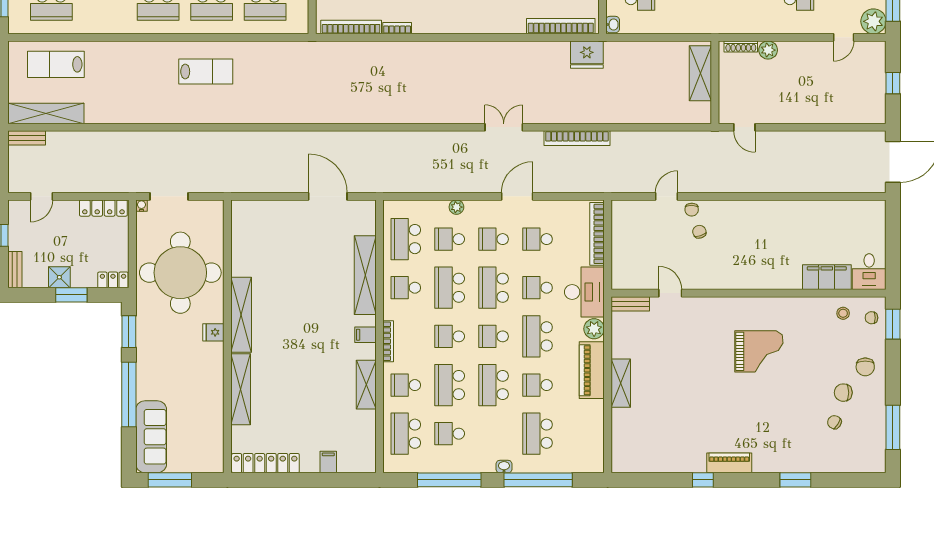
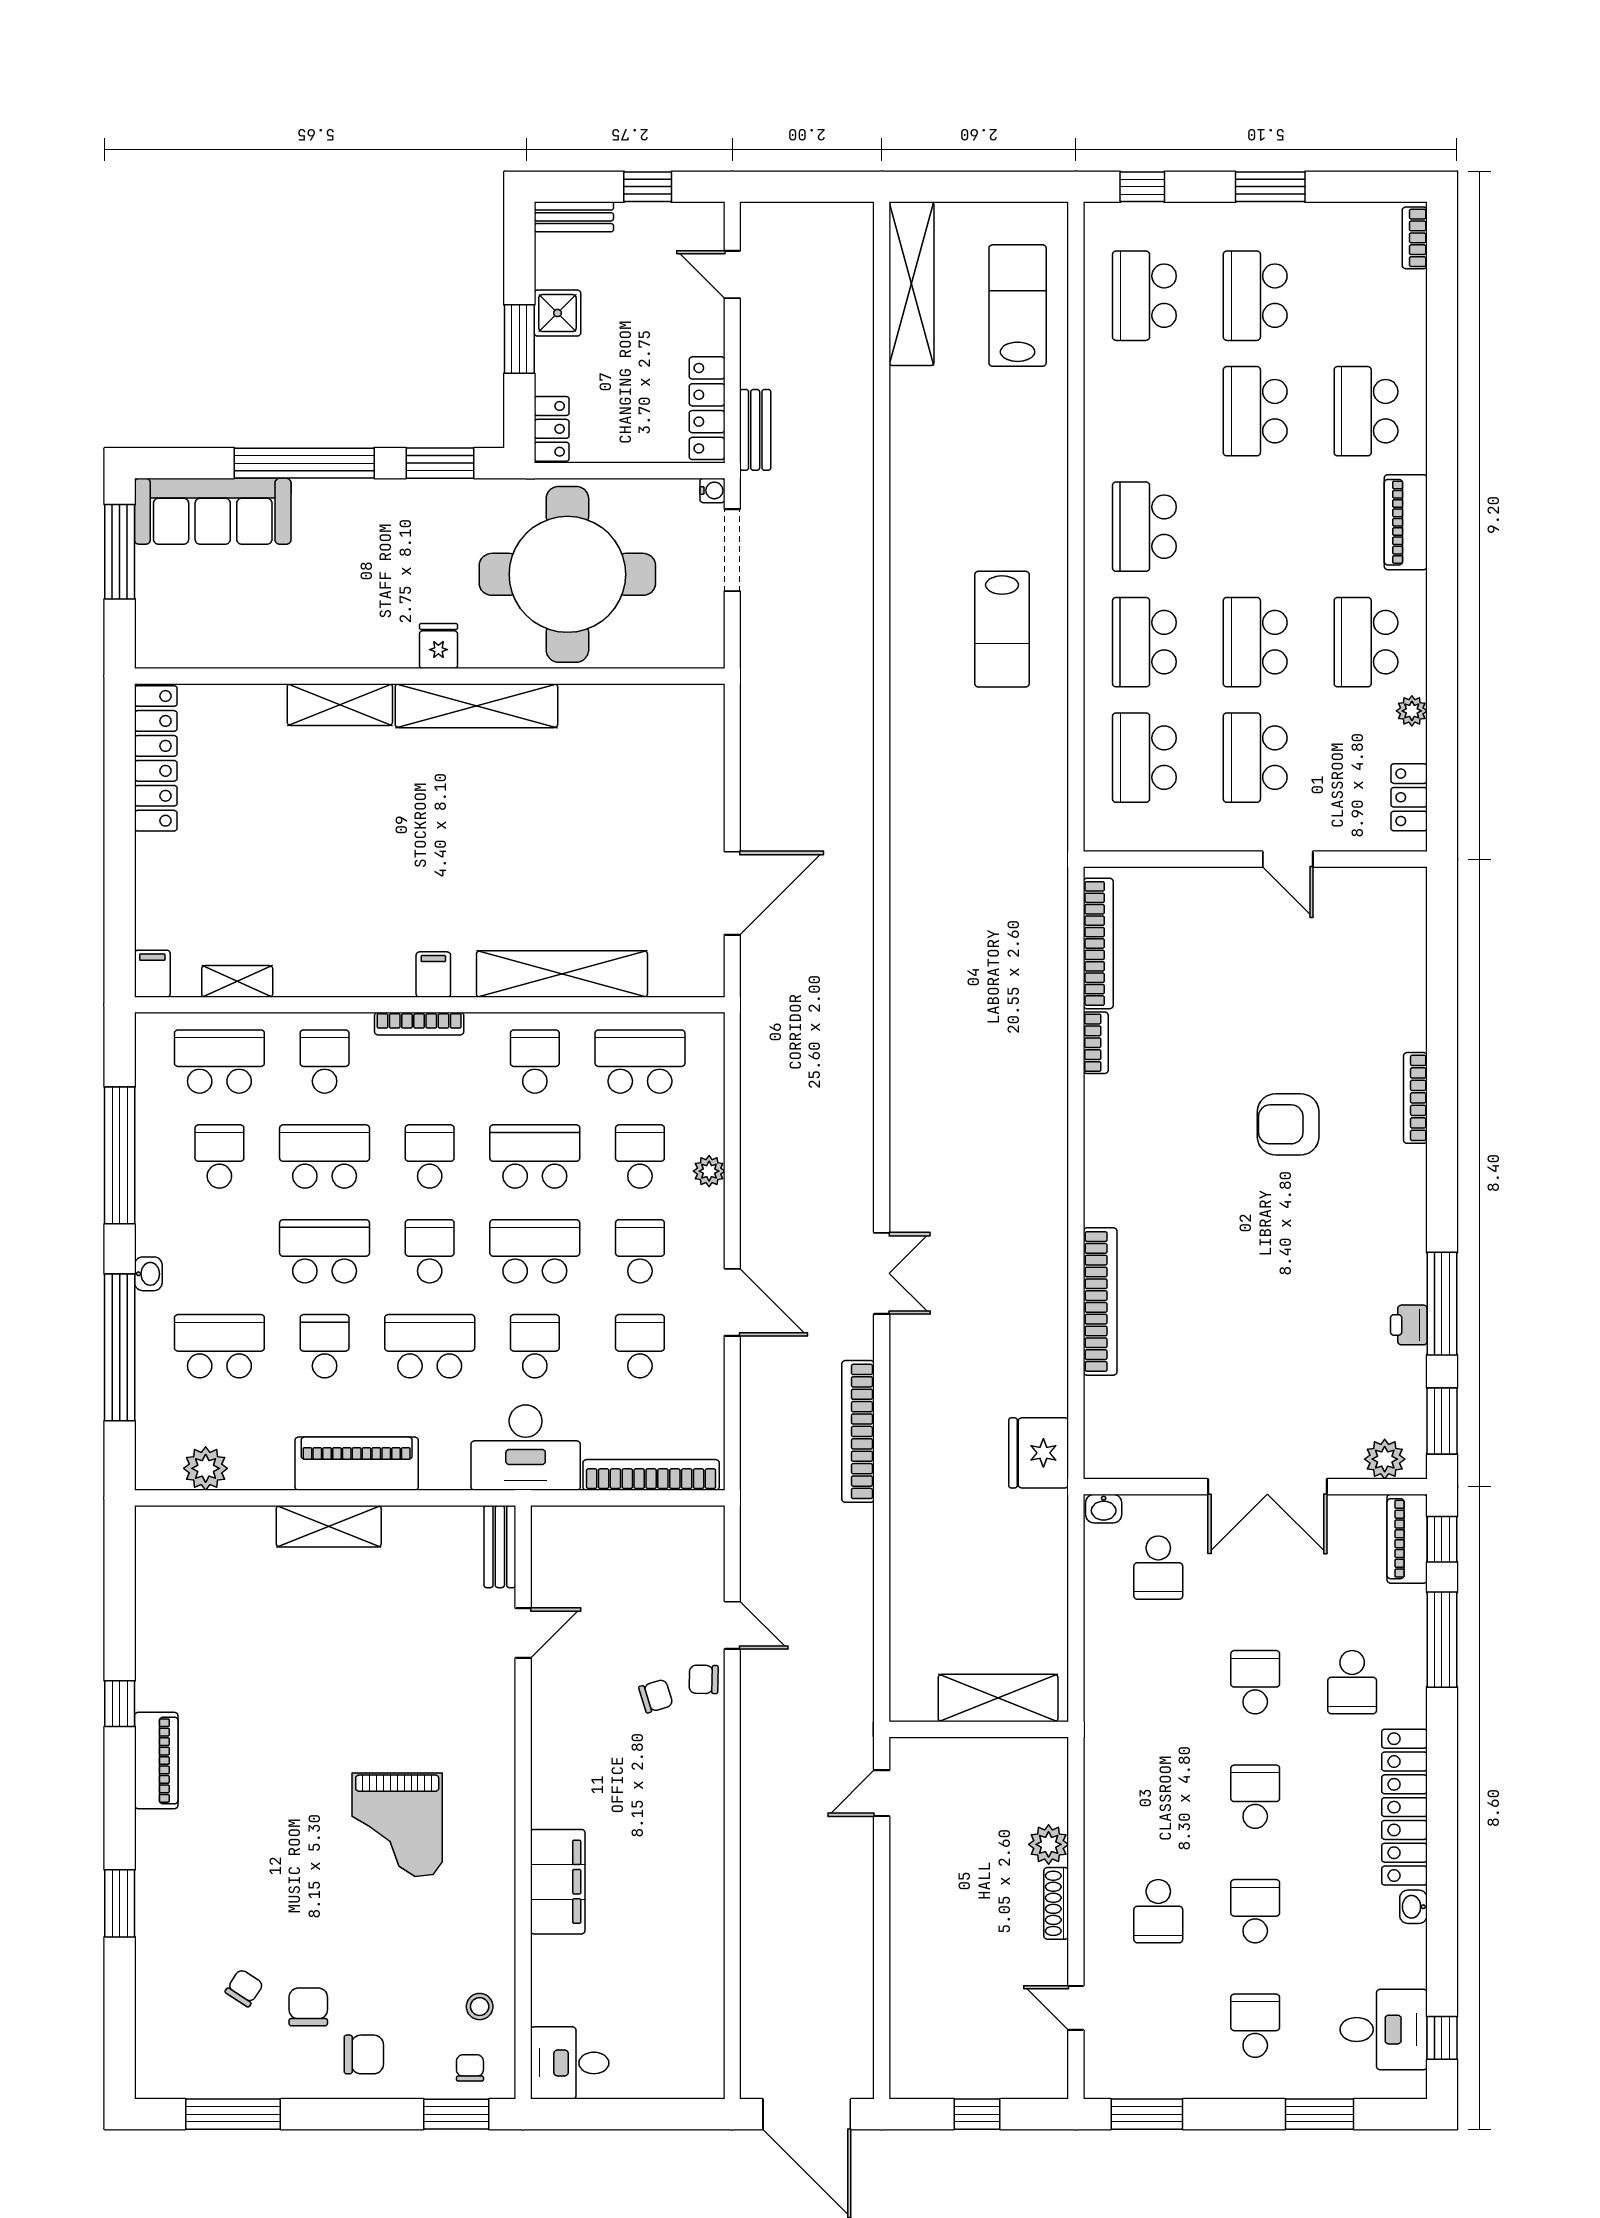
plant: (873, 21) -> (1110, 2072), removed
bookcase: (561, 26) -> (1100, 1301), moved
shoe rack: (741, 46) -> (1056, 1903), moved
bench: (27, 138) -> (755, 430), moved
filing cabinet: (827, 277) -> (558, 1882), moved
plant: (594, 329) -> (206, 1468), moved
chair: (865, 367) -> (364, 2054), turned 180
shelving: (366, 385) -> (237, 981), moved, width x0.67, depth x0.75
shelving: (241, 389) -> (340, 705), width x0.68
filing cabinet: (328, 462) -> (152, 974), moved, turned -90

